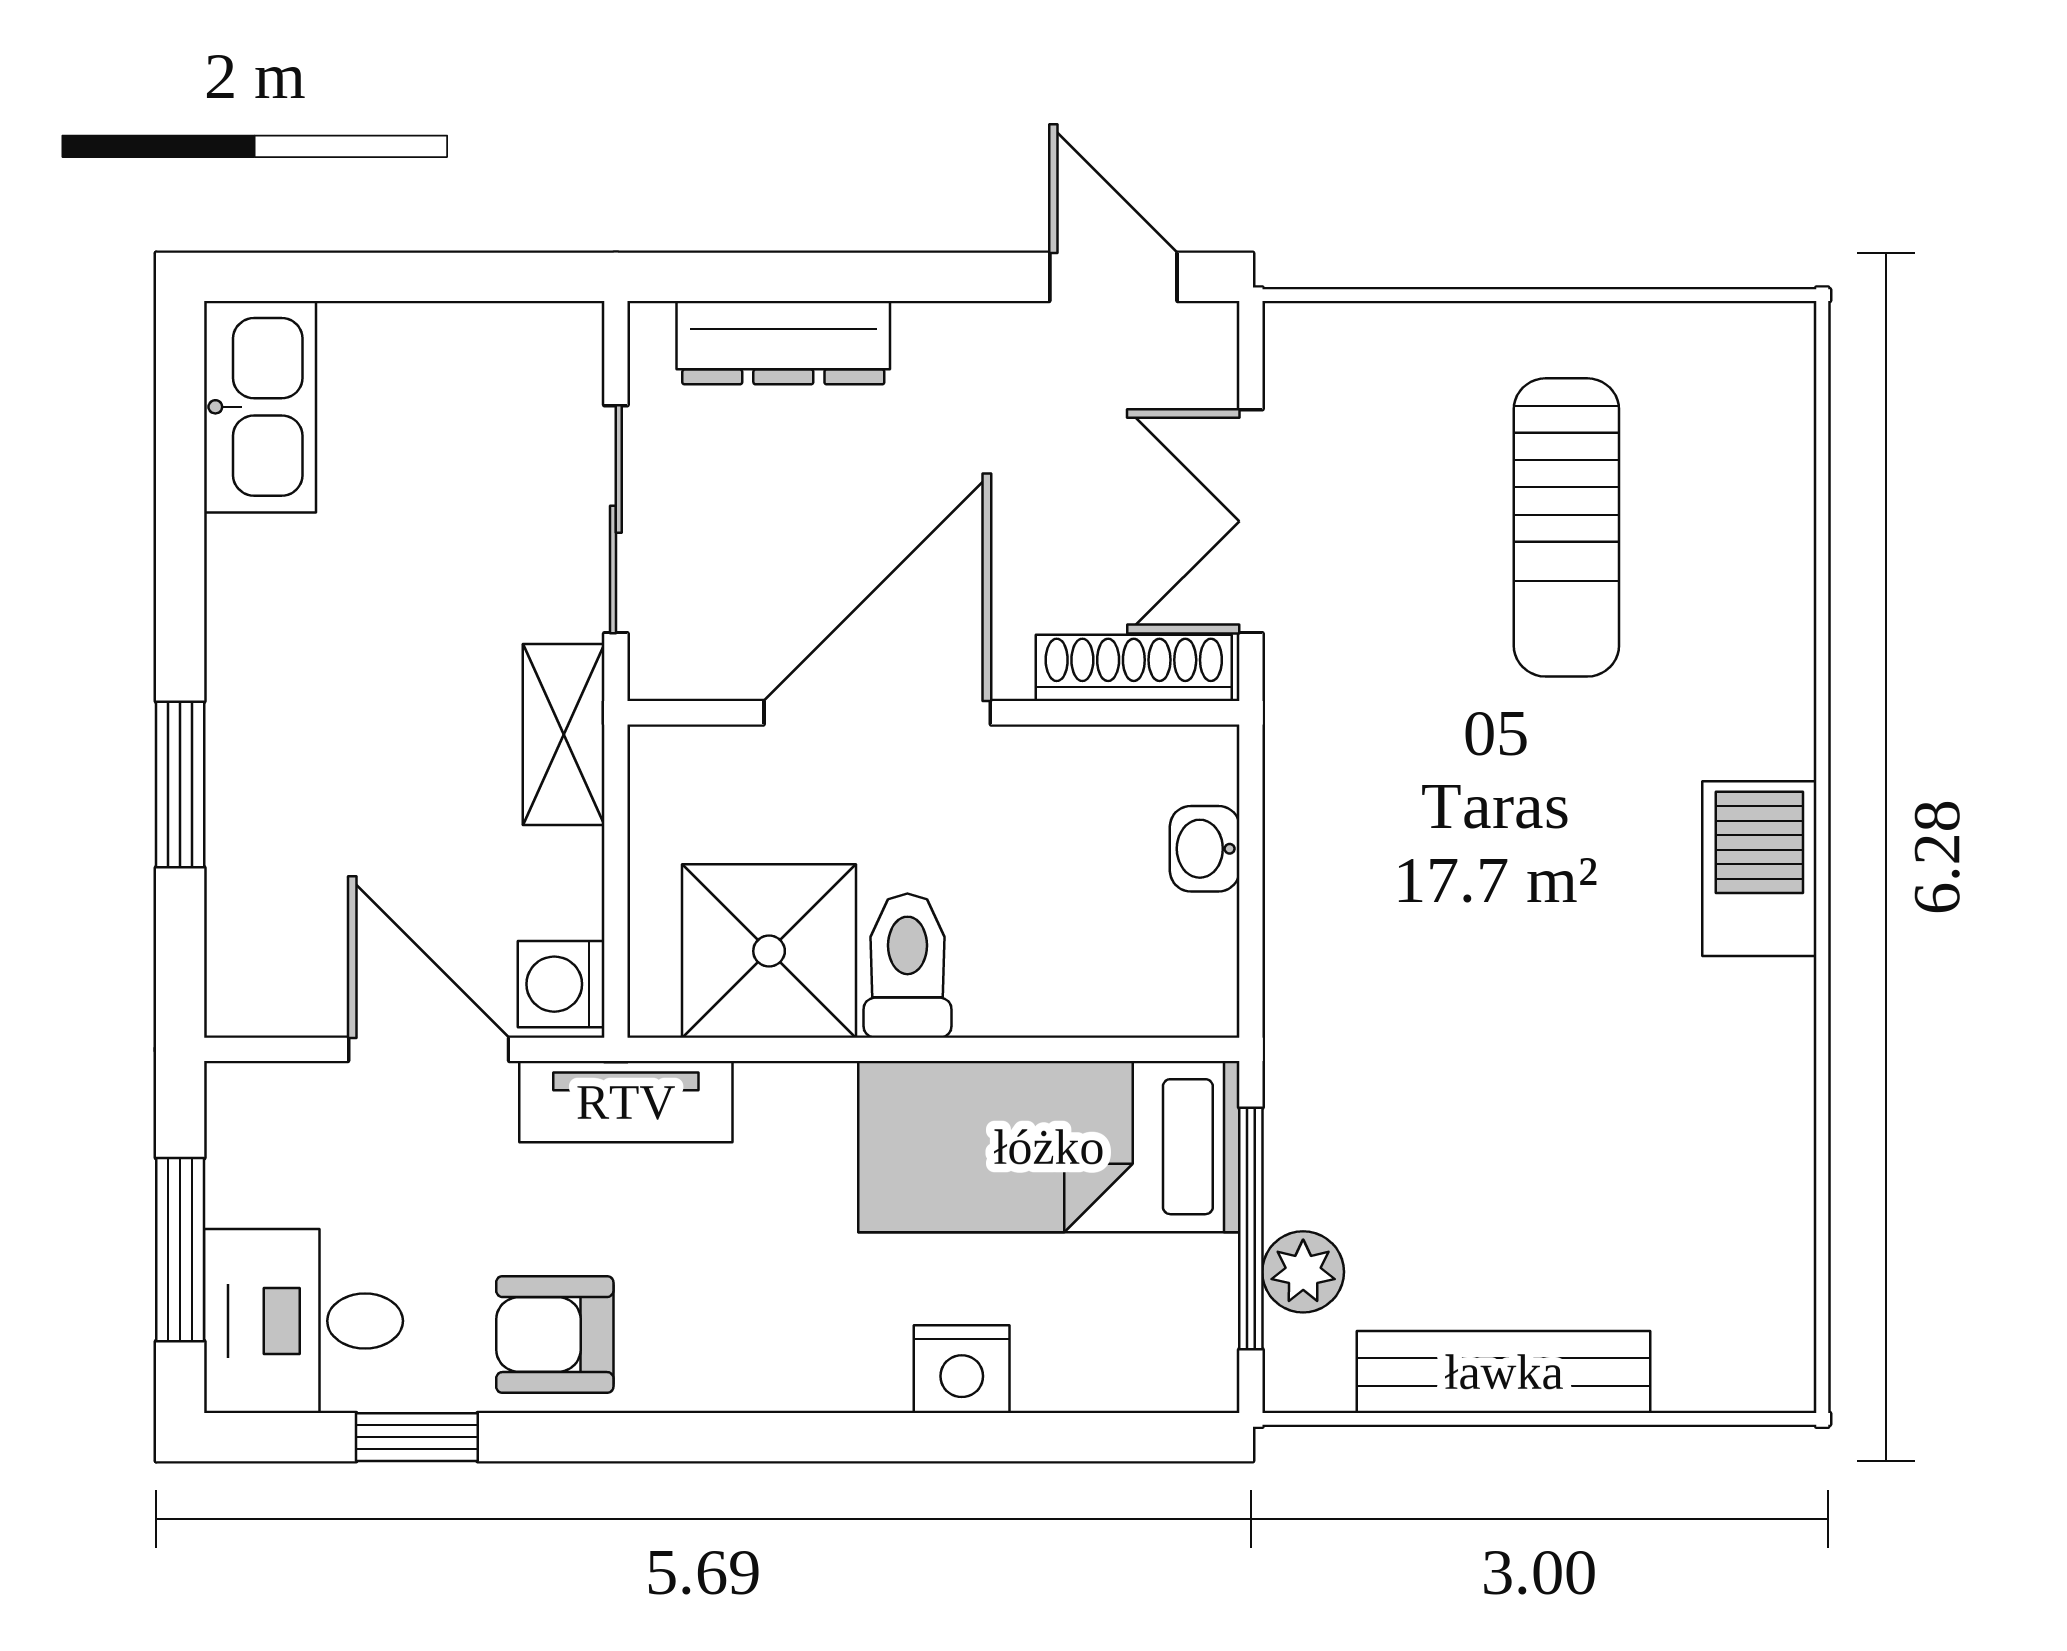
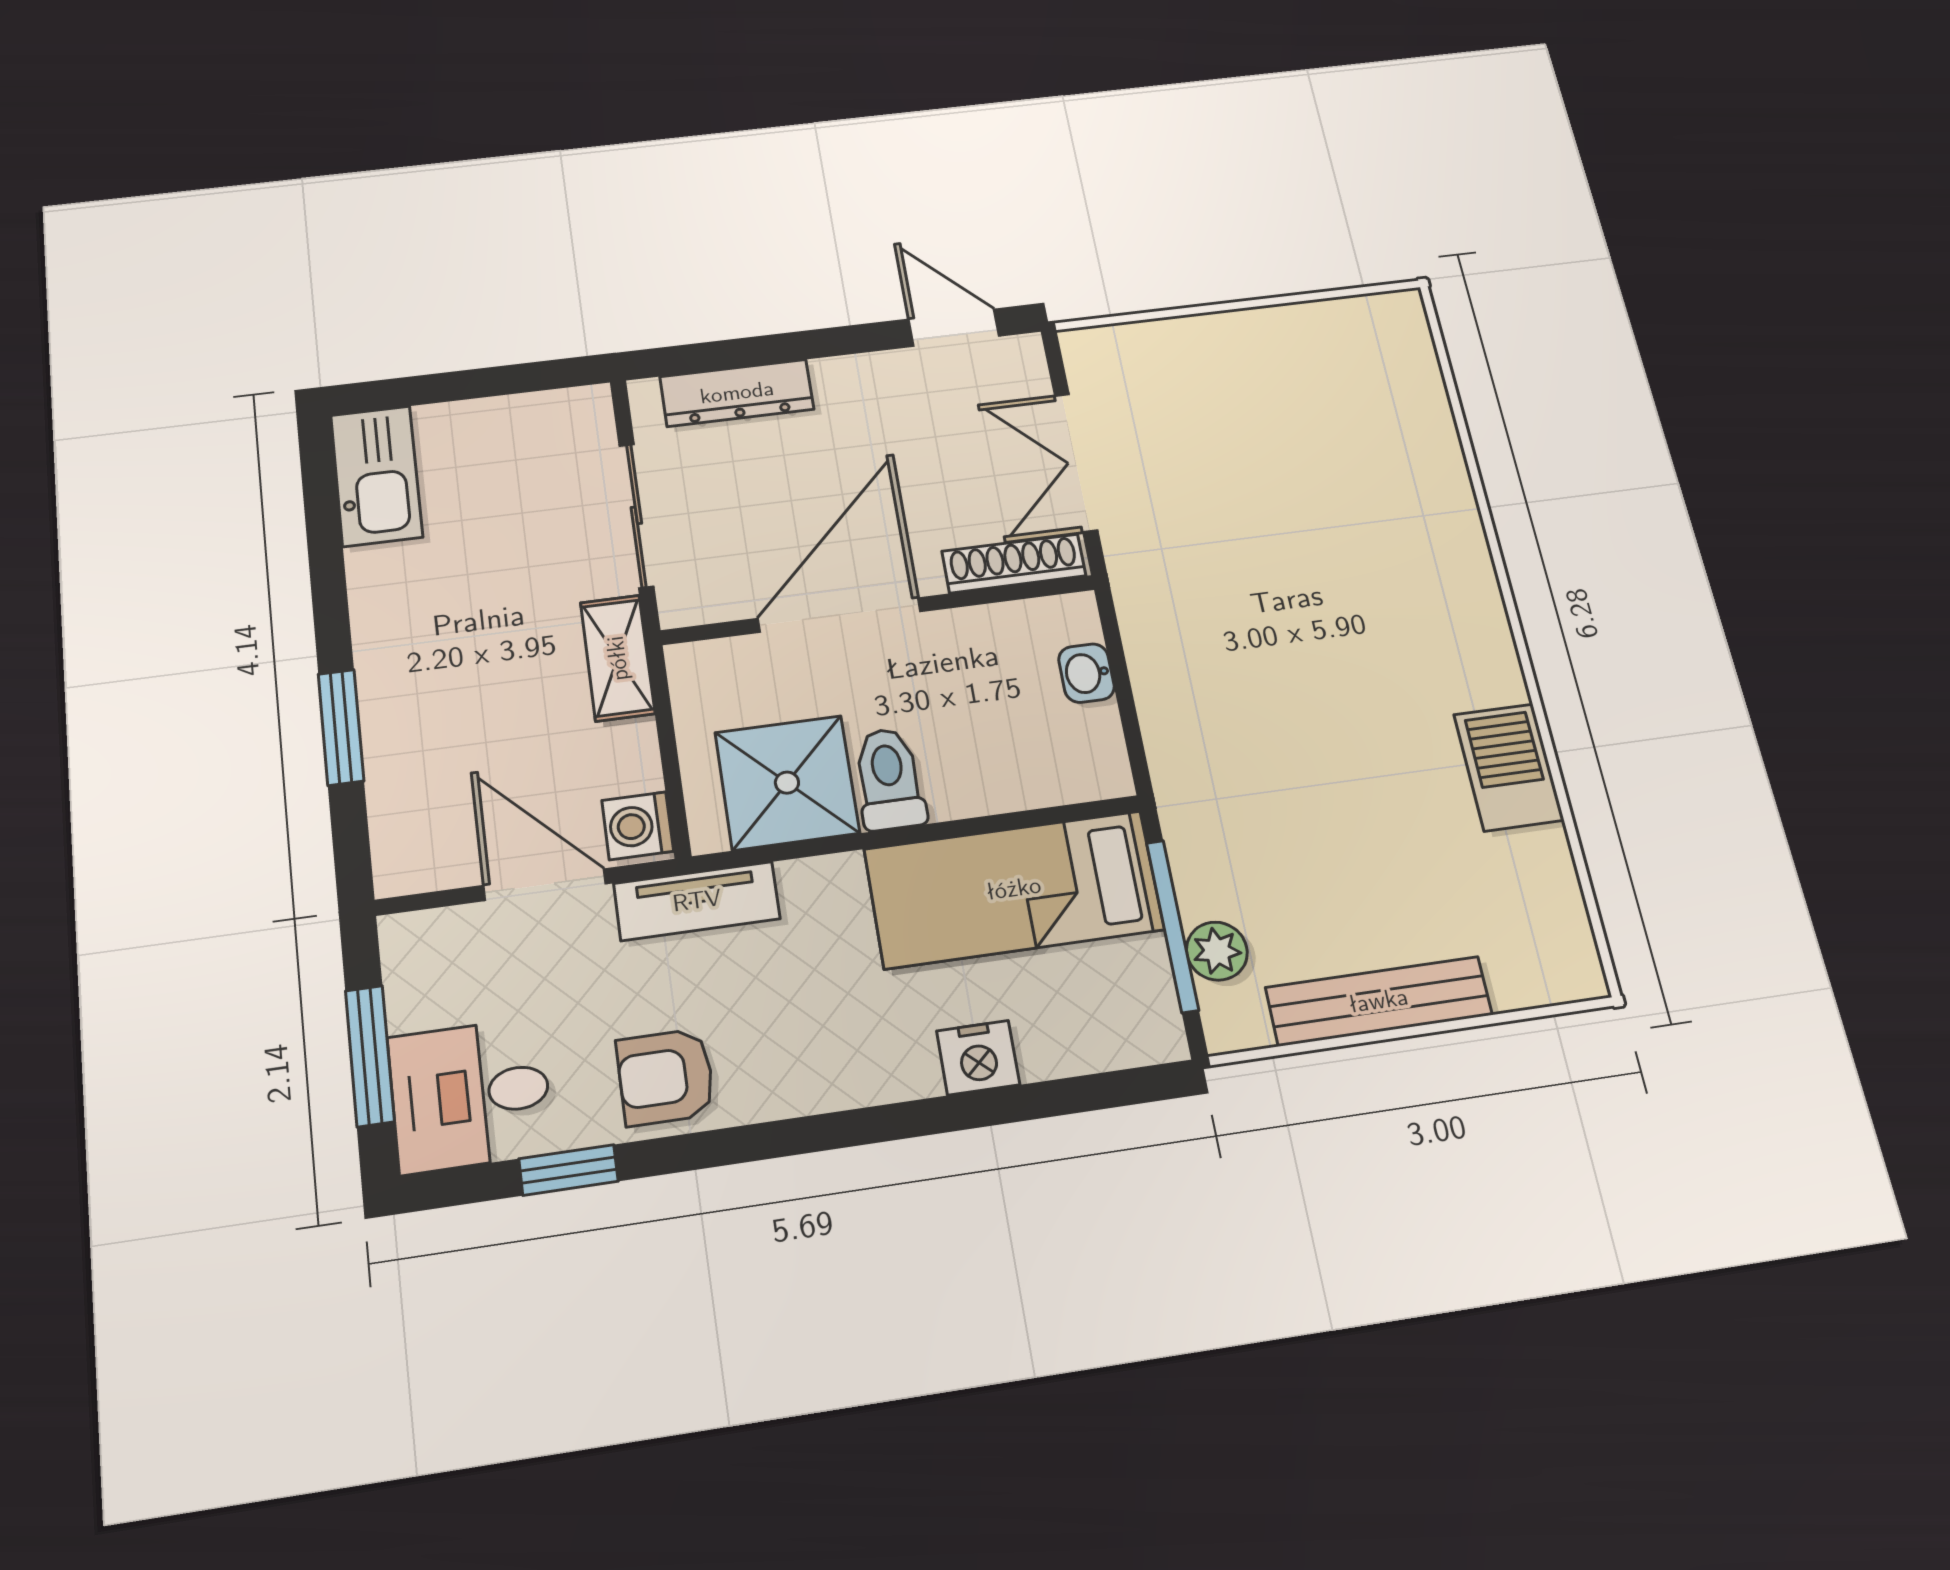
sun lounger: (1566, 527) -> (1290, 440), removed
barbecue: (1759, 869) -> (1509, 767), moved

